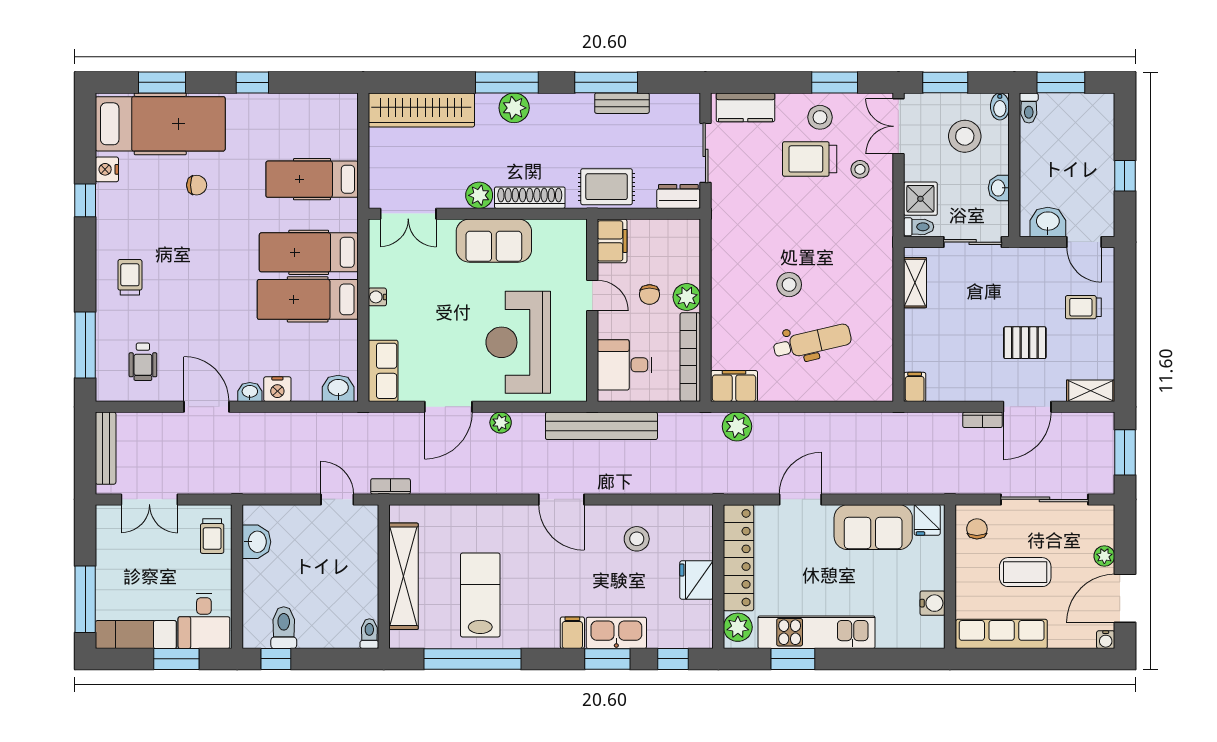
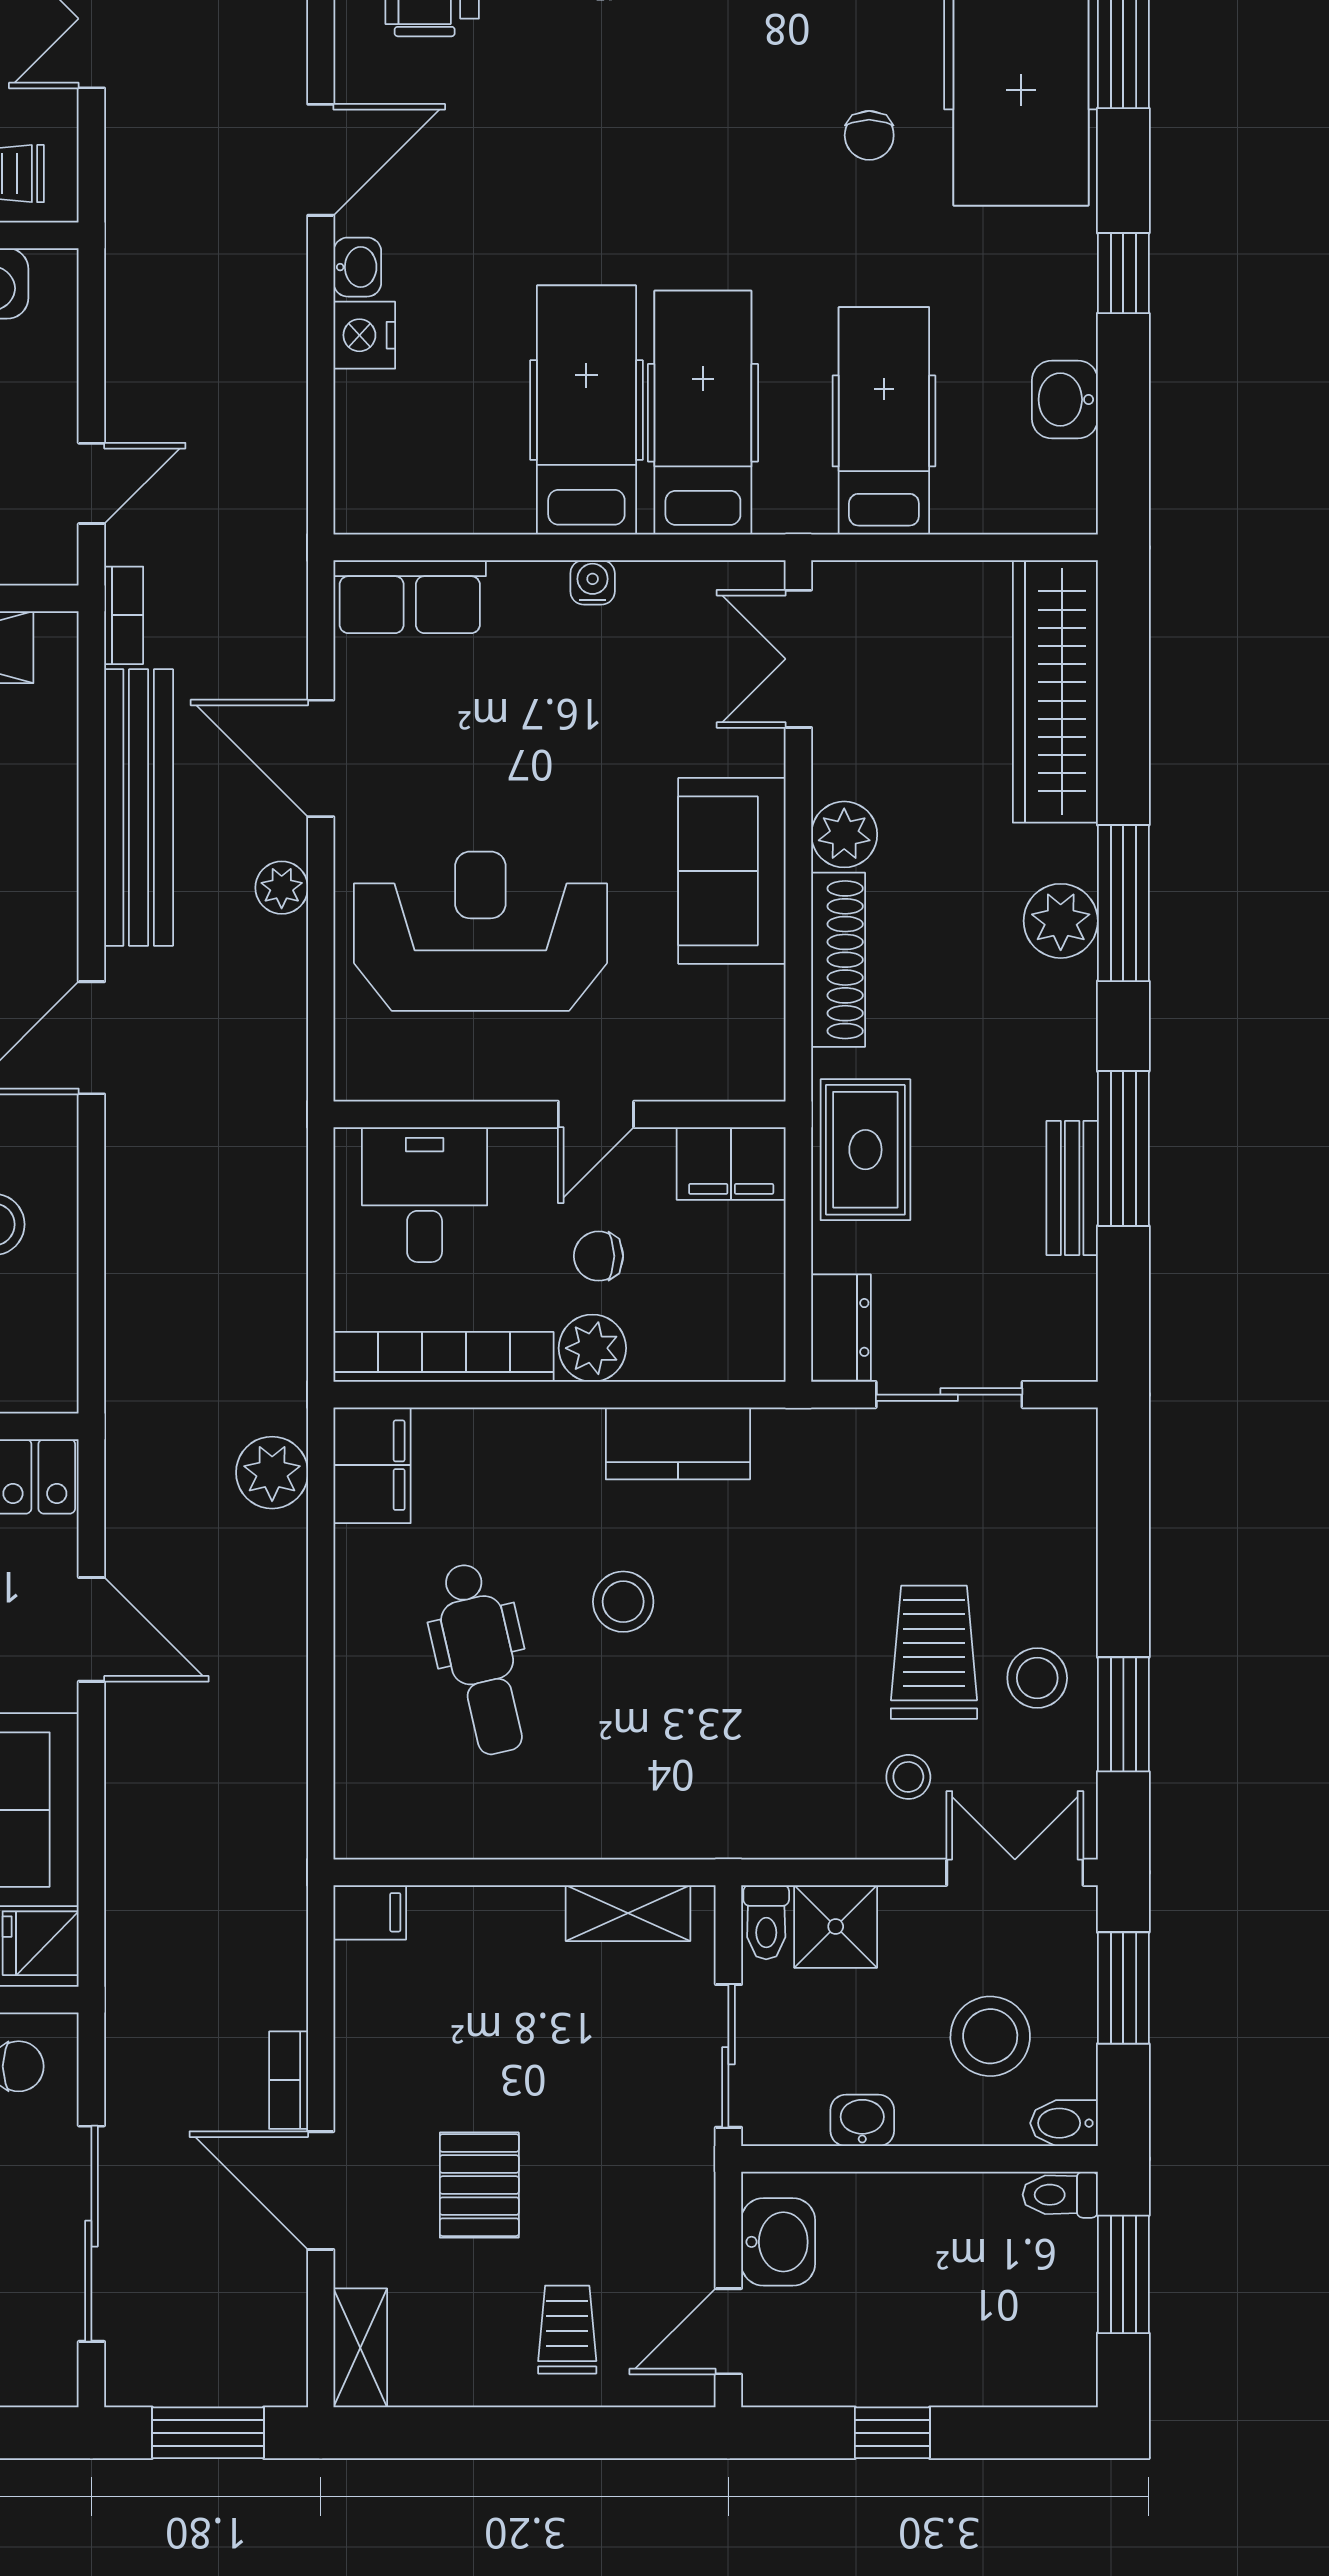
kitchen counter: (745, 107) -> (678, 1443), moved, turned -90
washbasin: (338, 388) -> (1065, 400), moved, turned 180
bench: (601, 426) -> (139, 807), moved

